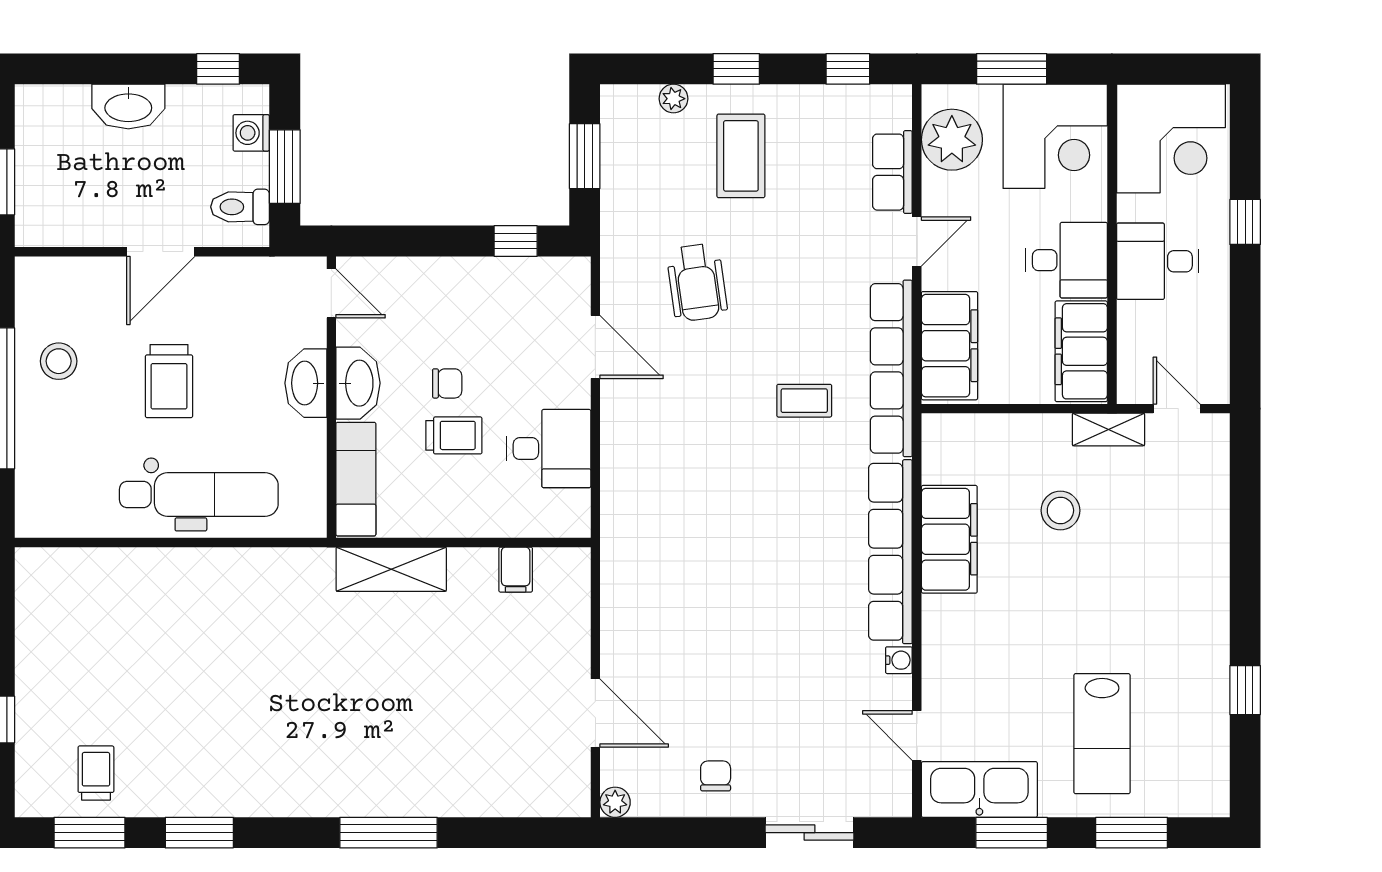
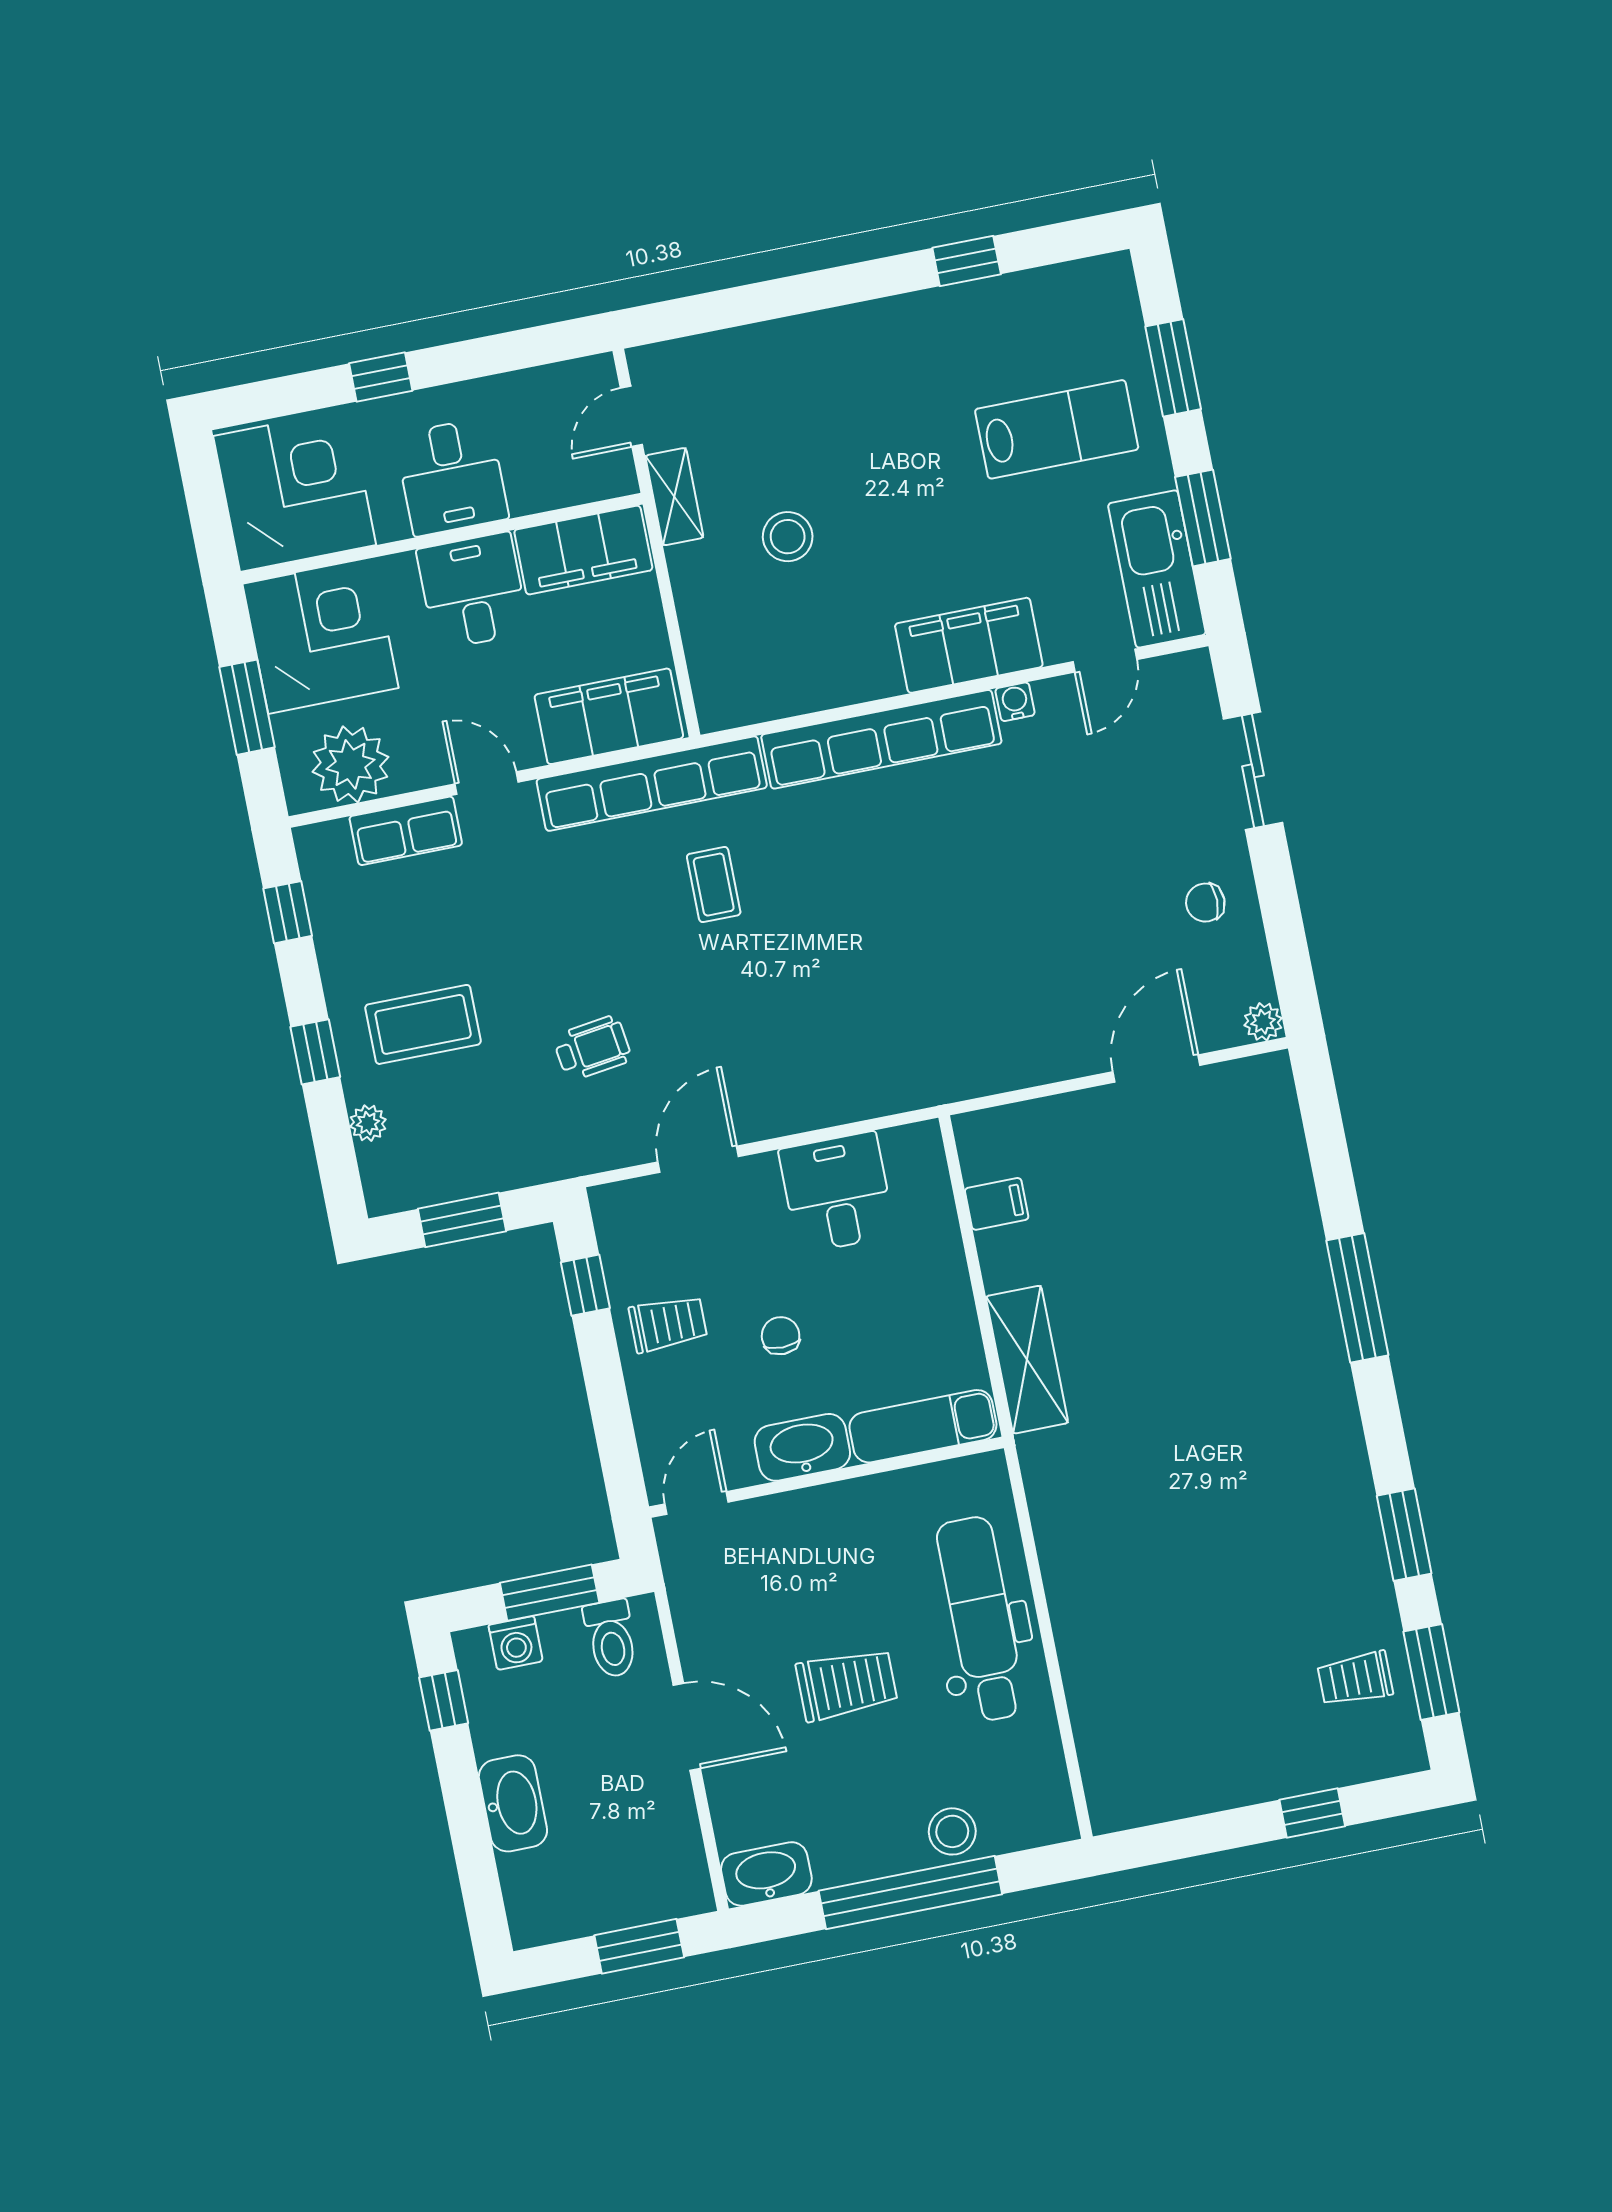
wheelchair: (697, 282) -> (592, 1048), width x0.73, depth x0.73
stool: (59, 361) -> (952, 1831), moved
washbasin: (306, 383) -> (766, 1874), moved, turned 180
trolley: (454, 435) -> (668, 1324), moved, turned 90
filing cabinet: (949, 539) -> (969, 645), moved

